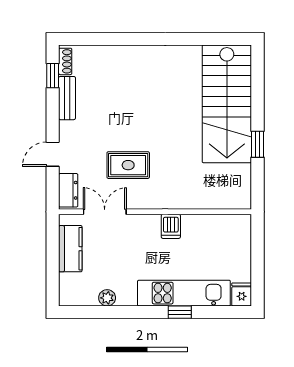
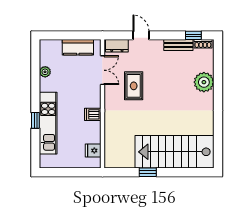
plant: (123, 60) -> (204, 82), added
fridge: (242, 294) -> (93, 151), moved, turned 180

